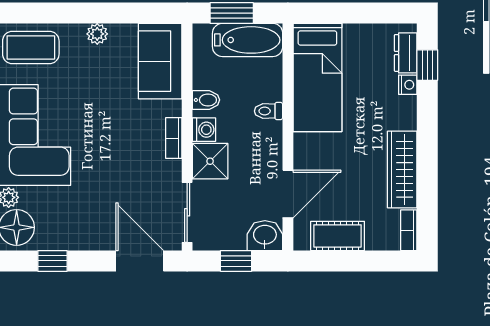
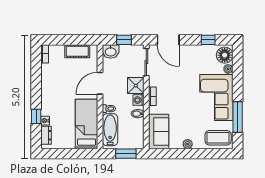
bathtub: (248, 40) -> (110, 130), moved, turned 90
window: (427, 65) -> (36, 116), moved
wardrobe: (402, 169) -> (48, 82), removed
door: (288, 194) -> (100, 83), moved

